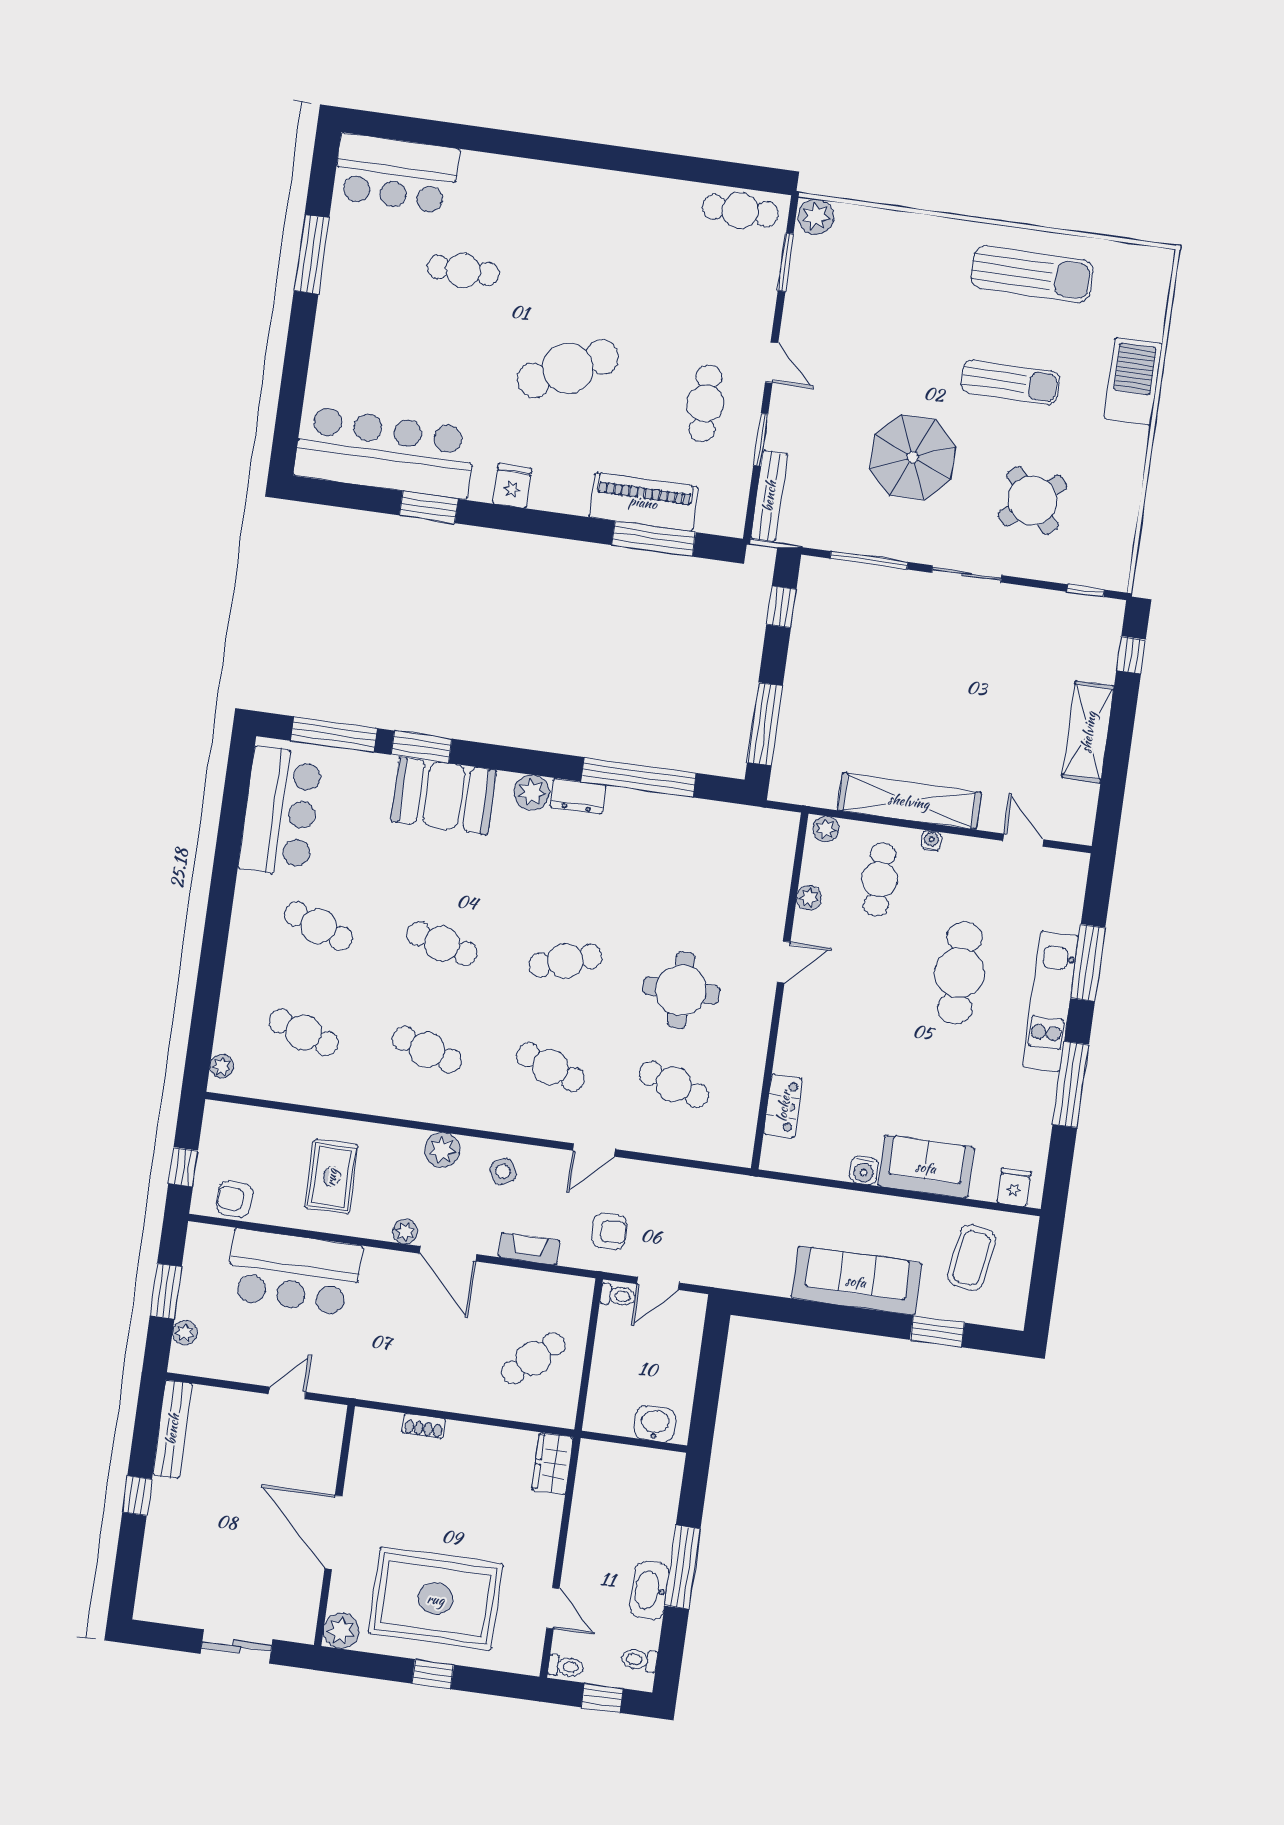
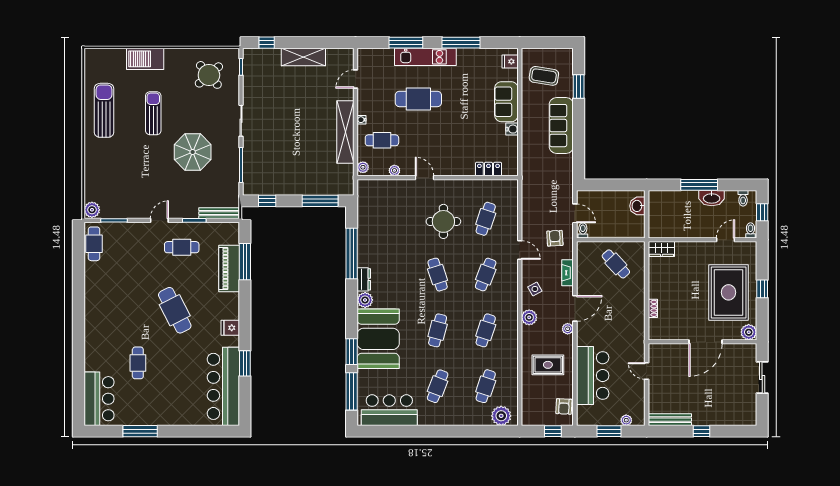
round table: (1032, 501) -> (209, 75), moved
booth: (444, 796) -> (378, 339), width x1.36, depth x1.42
plant: (222, 1066) -> (501, 416), width x1.88, depth x1.88

